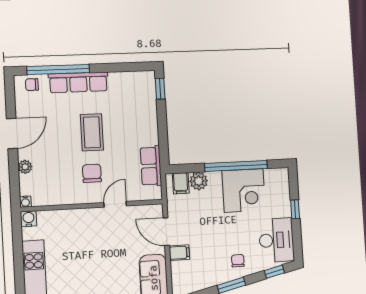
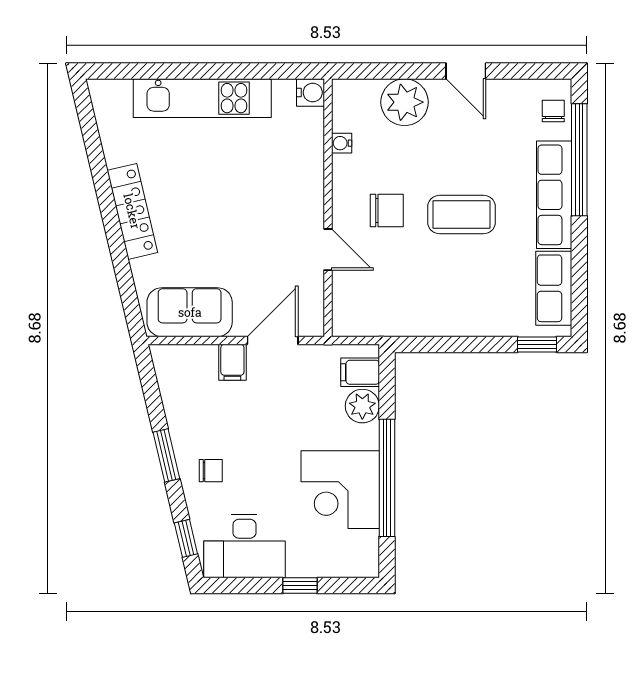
door: (12, 133) -> (466, 71), width x0.73
row of seats: (151, 166) -> (554, 288), moved, turned -90
plant: (25, 167) -> (405, 102), width x1.88, depth x1.88
water cooler: (25, 202) -> (342, 143), moved

